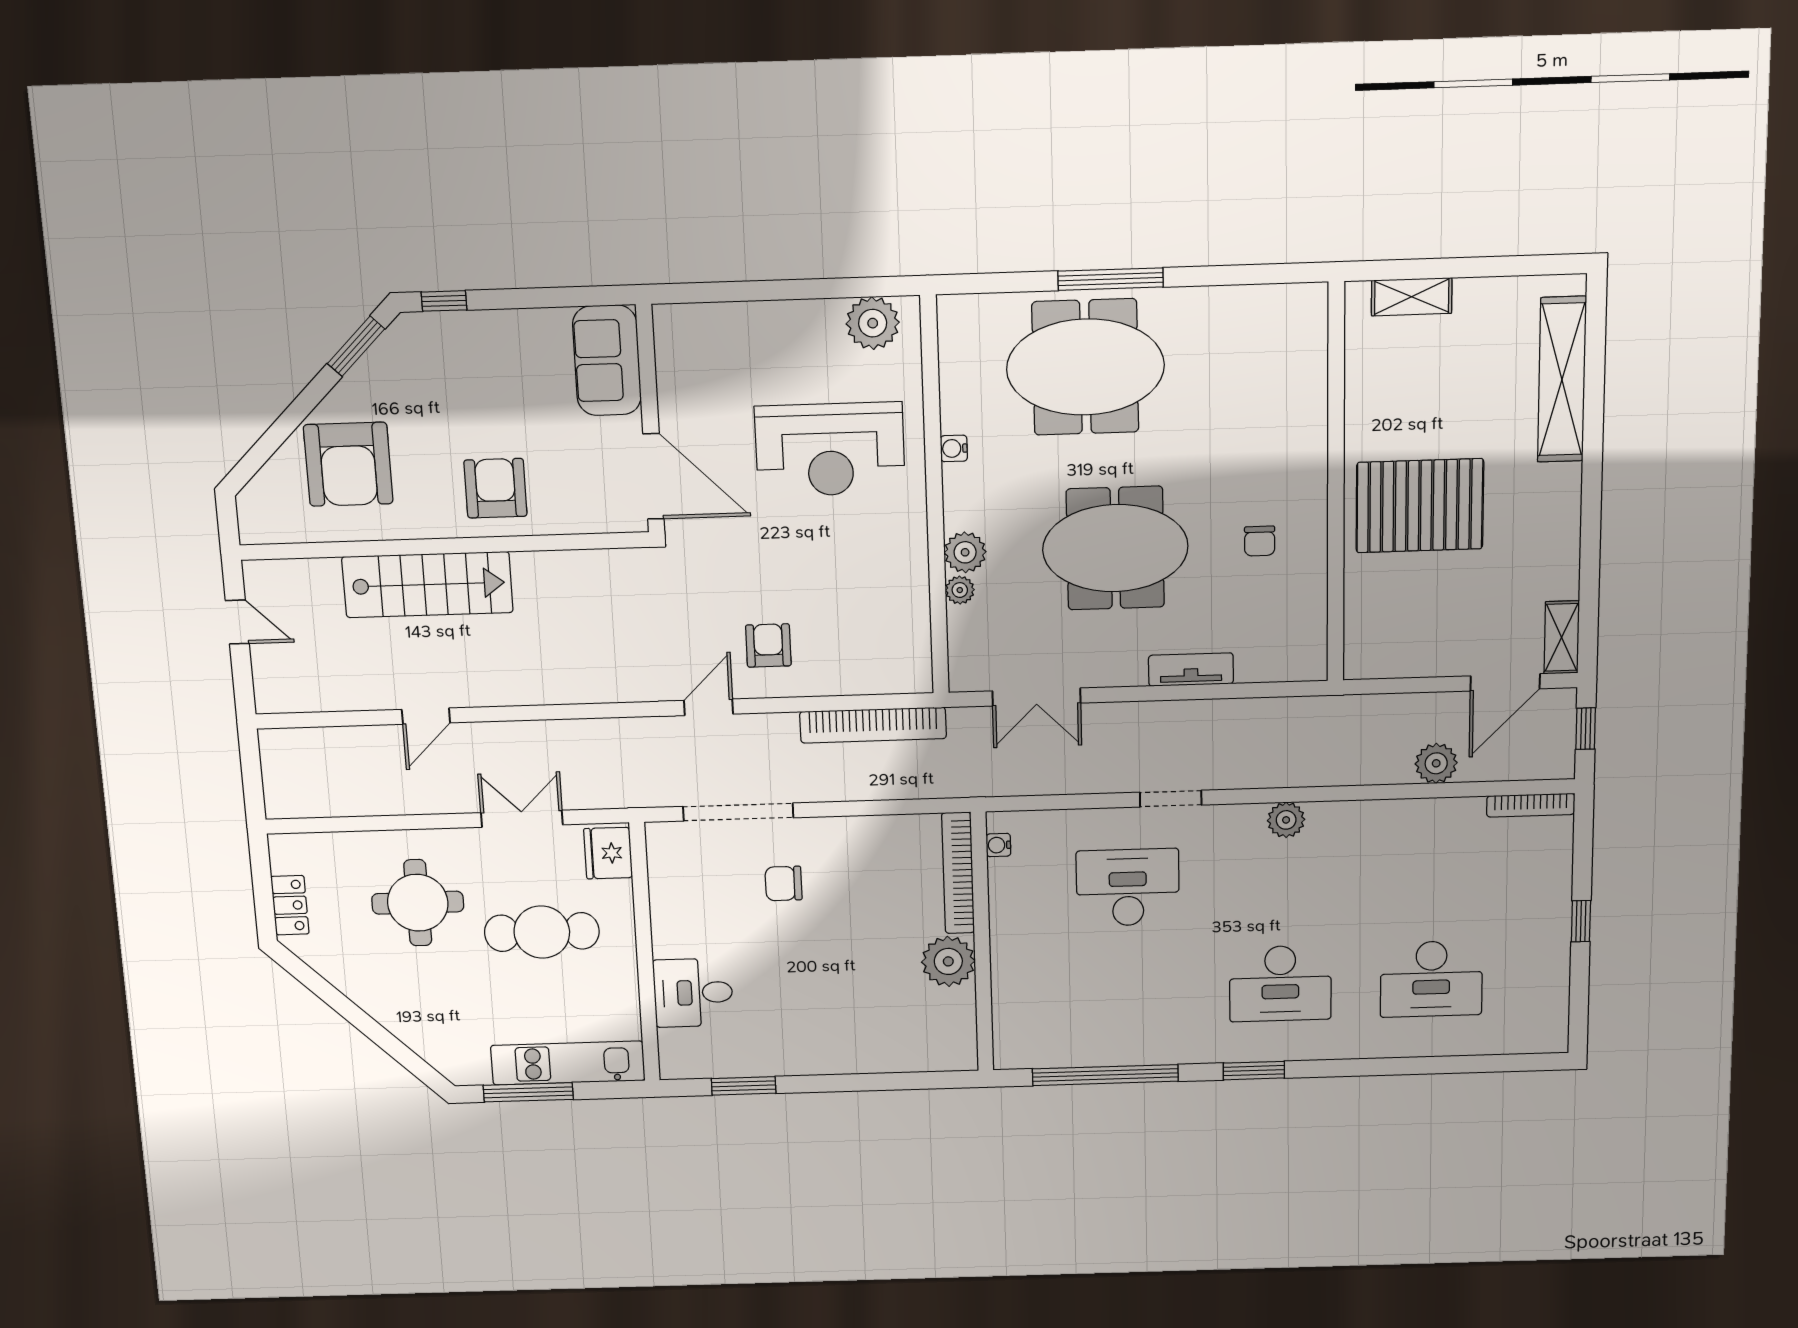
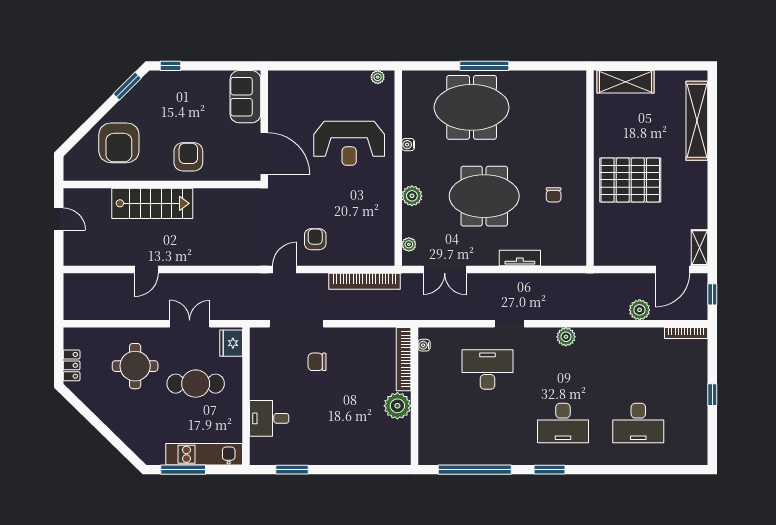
shelving: (1412, 297) -> (625, 82), width x1.50, depth x1.33
plant: (873, 323) -> (378, 77), width x0.53, depth x0.53
plant: (960, 590) -> (409, 244), moved

